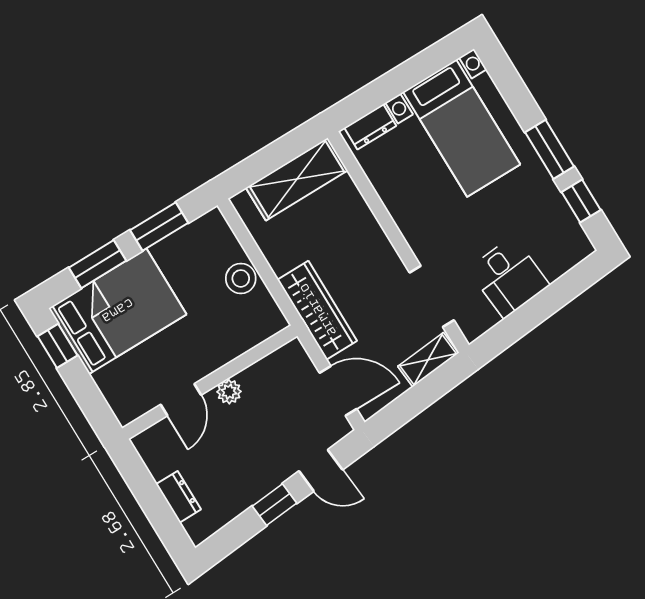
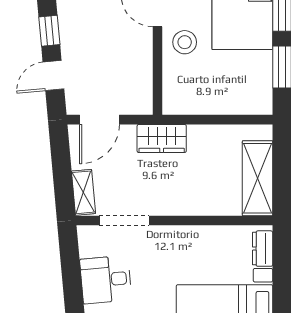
stool: (241, 278) -> (185, 42), moved
wardrobe: (317, 310) -> (162, 138), width x0.67
plant: (229, 392) -> (143, 46), removed

